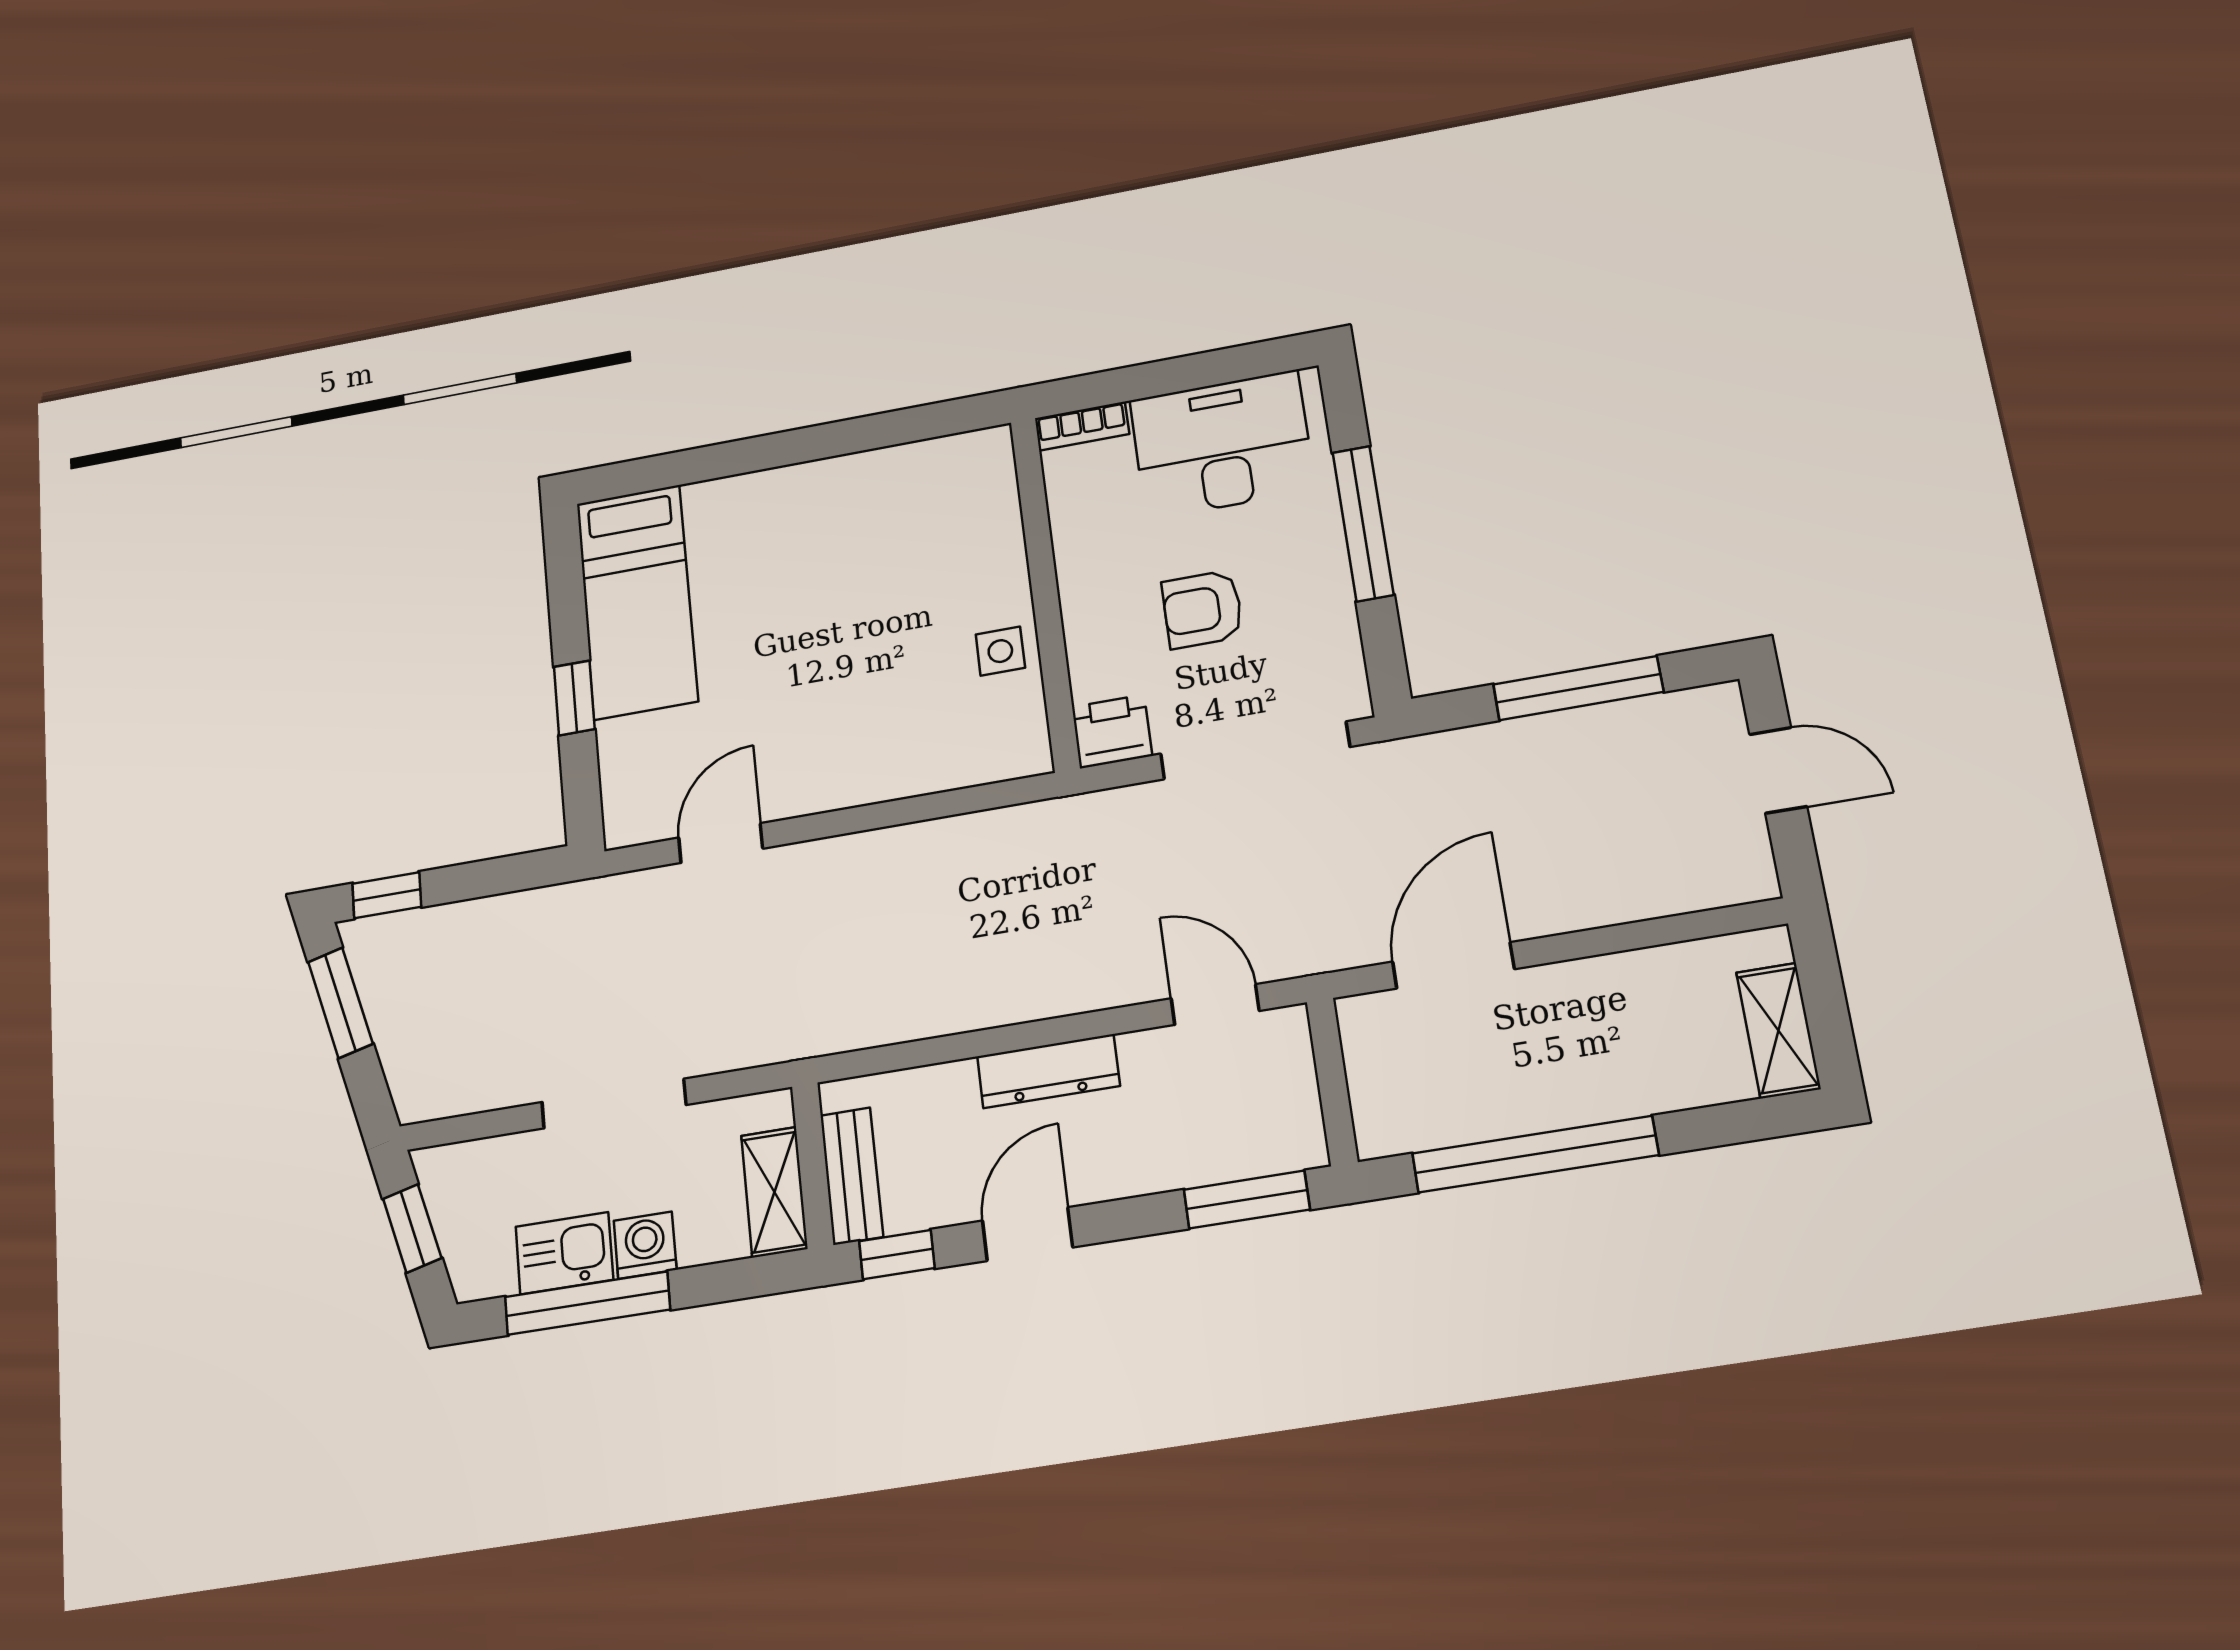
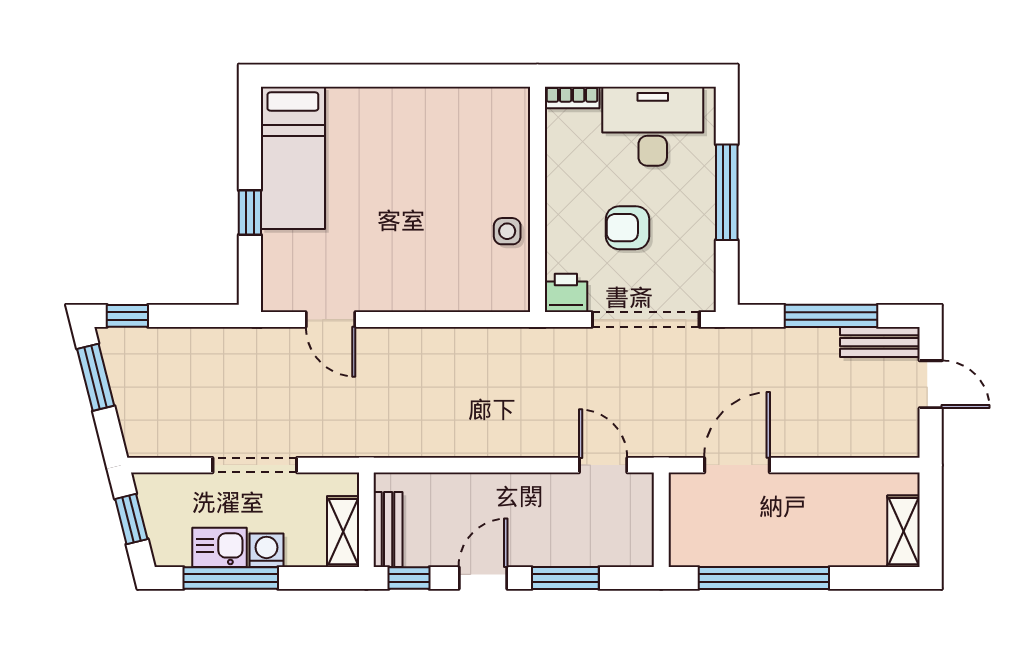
bench: (1673, 716) -> (880, 342), added
door: (721, 843) -> (331, 320), swing flipped
dresser: (1048, 1071) -> (505, 488), removed
window: (1247, 1200) -> (565, 578), moved

